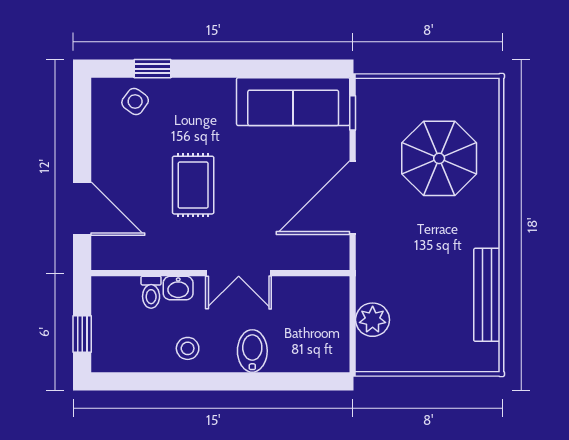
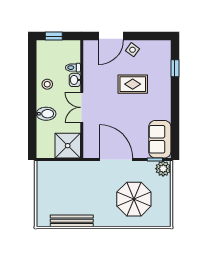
side table: (135, 101) -> (132, 50), moved
sofa: (293, 102) -> (160, 139), width x0.73
rug: (193, 185) -> (133, 84), moved
shower: (322, 304) -> (68, 146), added
plant: (373, 320) -> (163, 169), moved

